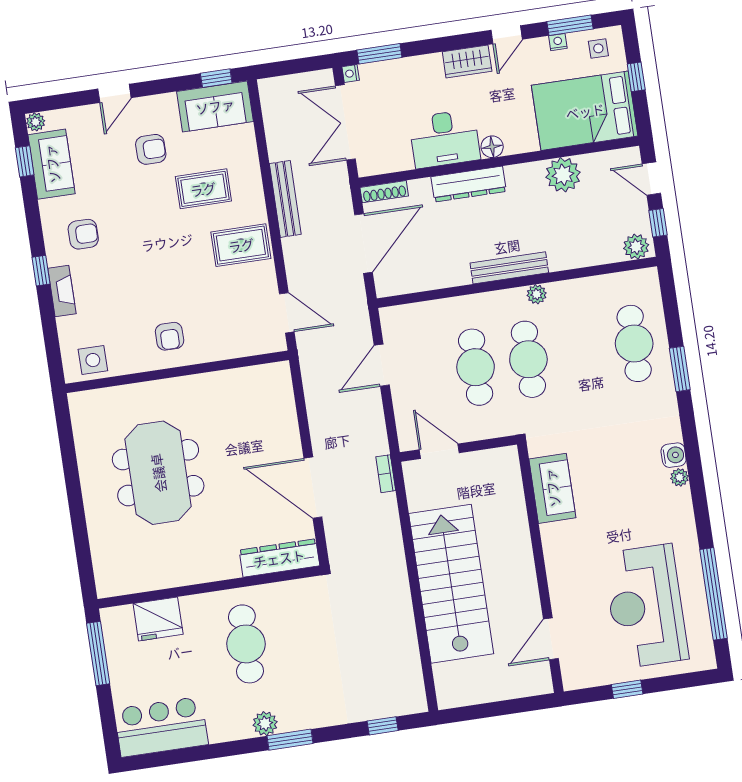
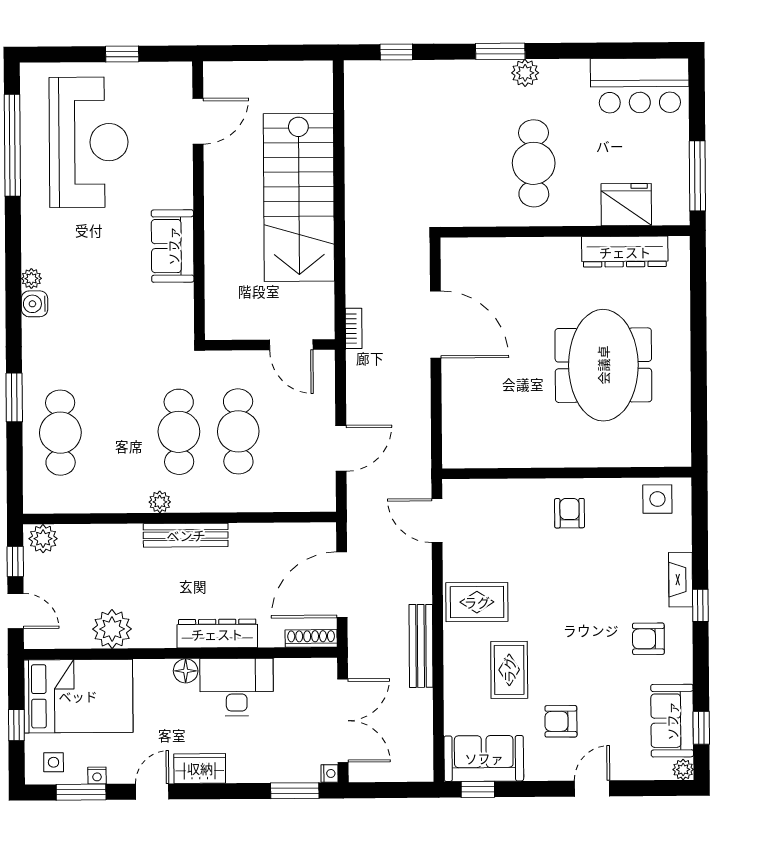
rug: (203, 189) -> (509, 670), turned 90
sofa: (552, 488) -> (173, 246), moved
dresser: (279, 558) -> (625, 252), moved

